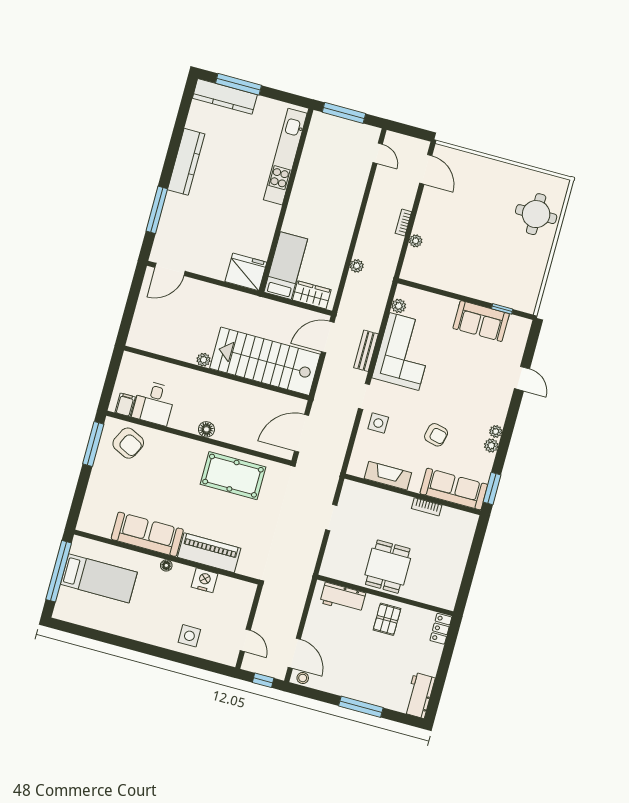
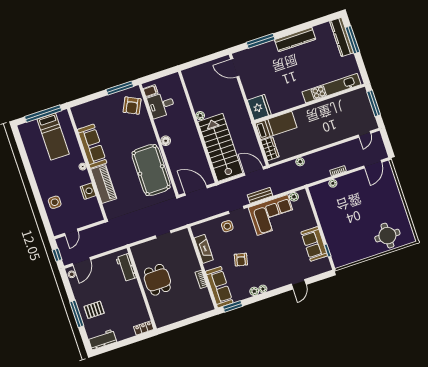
pool table: (233, 476) -> (151, 170), width x1.36, depth x1.32
dining table: (388, 567) -> (157, 280), turned 90
pallet: (387, 619) -> (94, 310), moved

